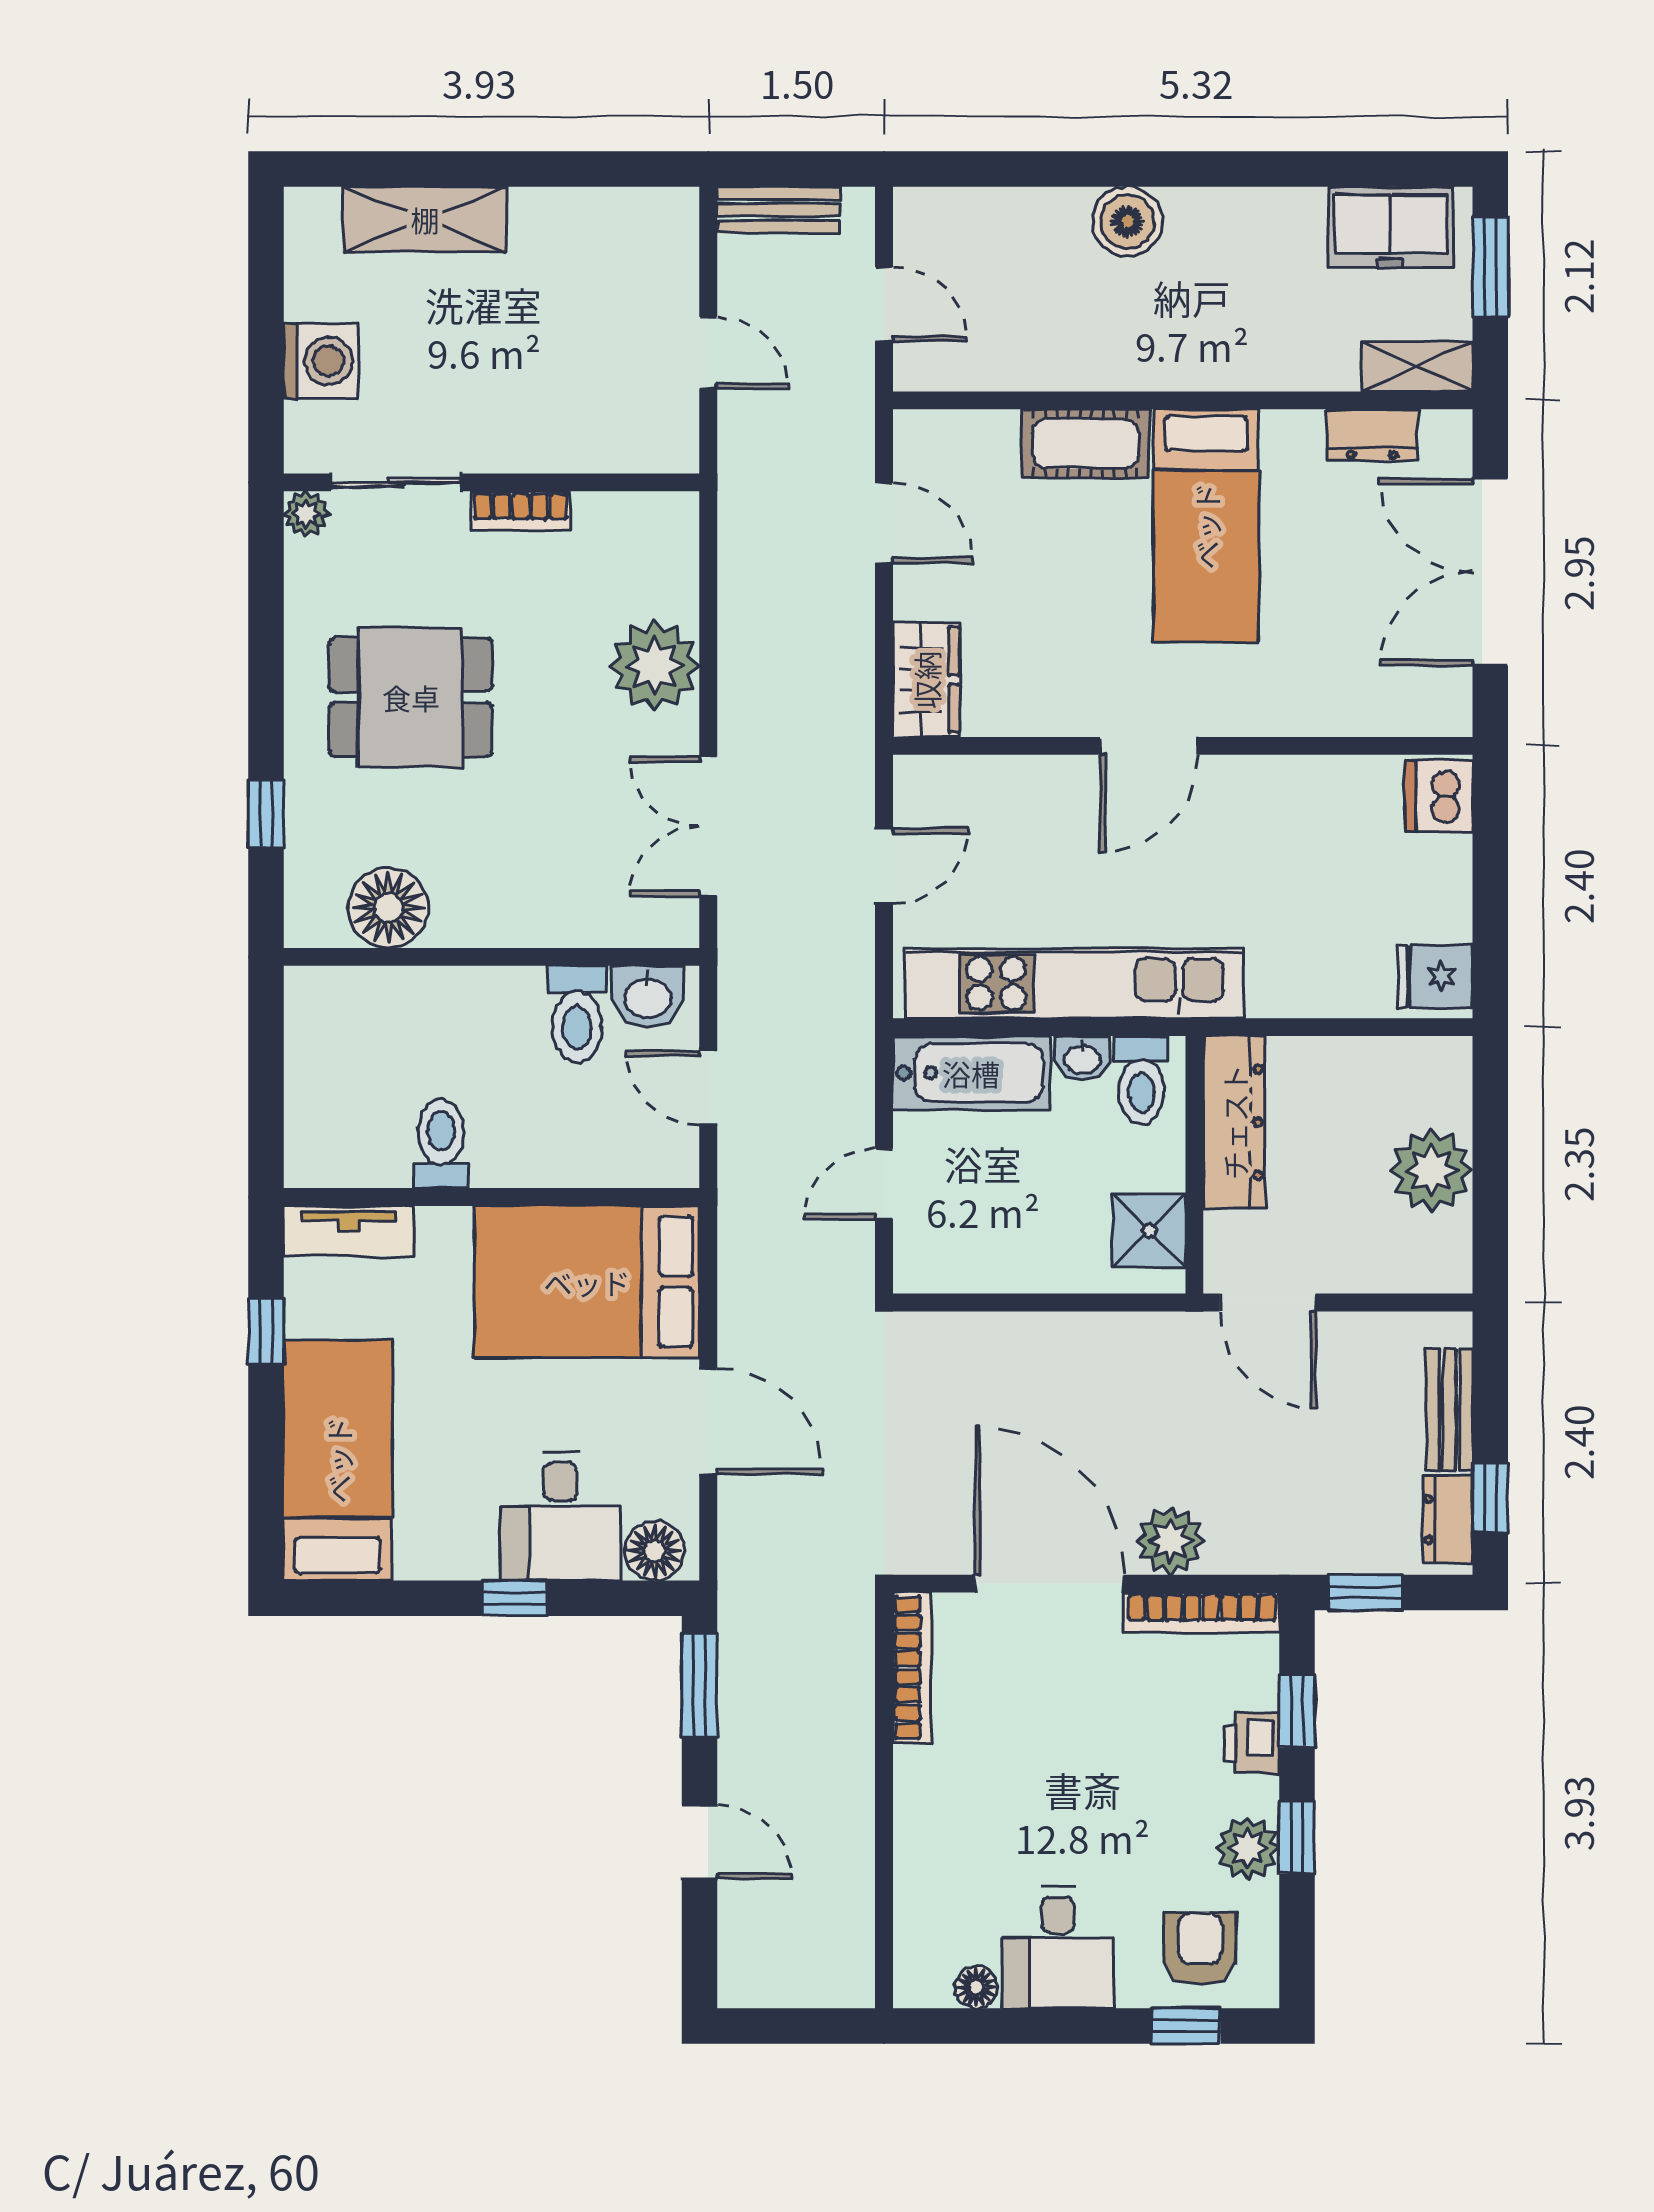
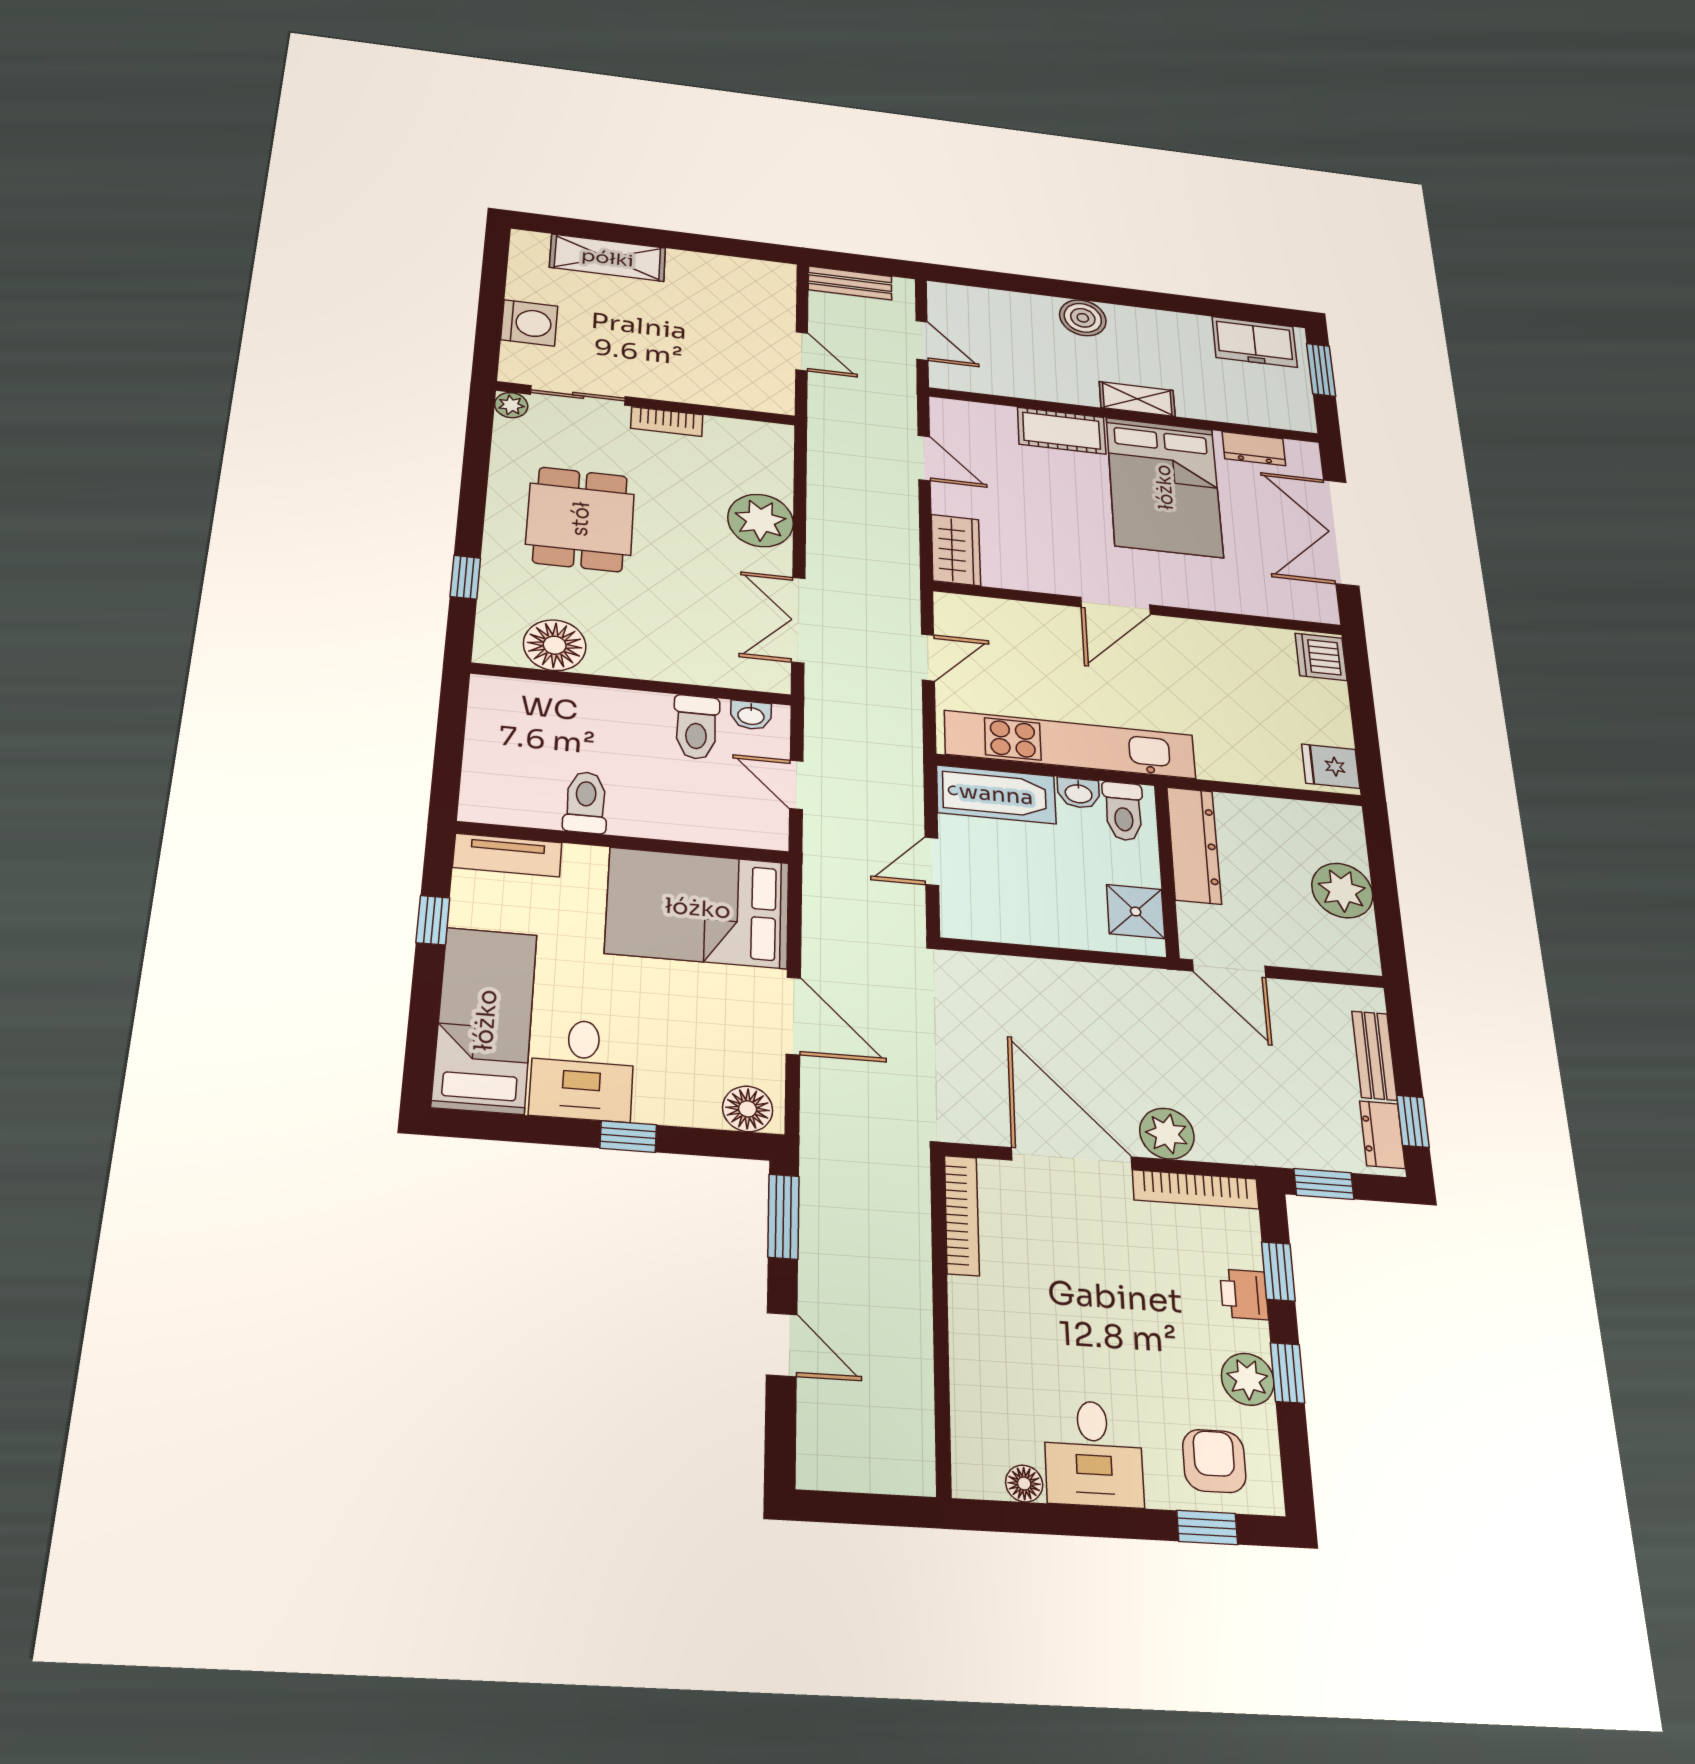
shelving: (1417, 367) -> (1137, 399), moved
bed: (1206, 526) -> (1164, 487), width x1.50
dining table: (411, 697) -> (580, 519), turned 90
washbasin: (648, 997) -> (751, 715), width x0.72, depth x0.69
desk: (560, 1516) -> (582, 1070), moved

